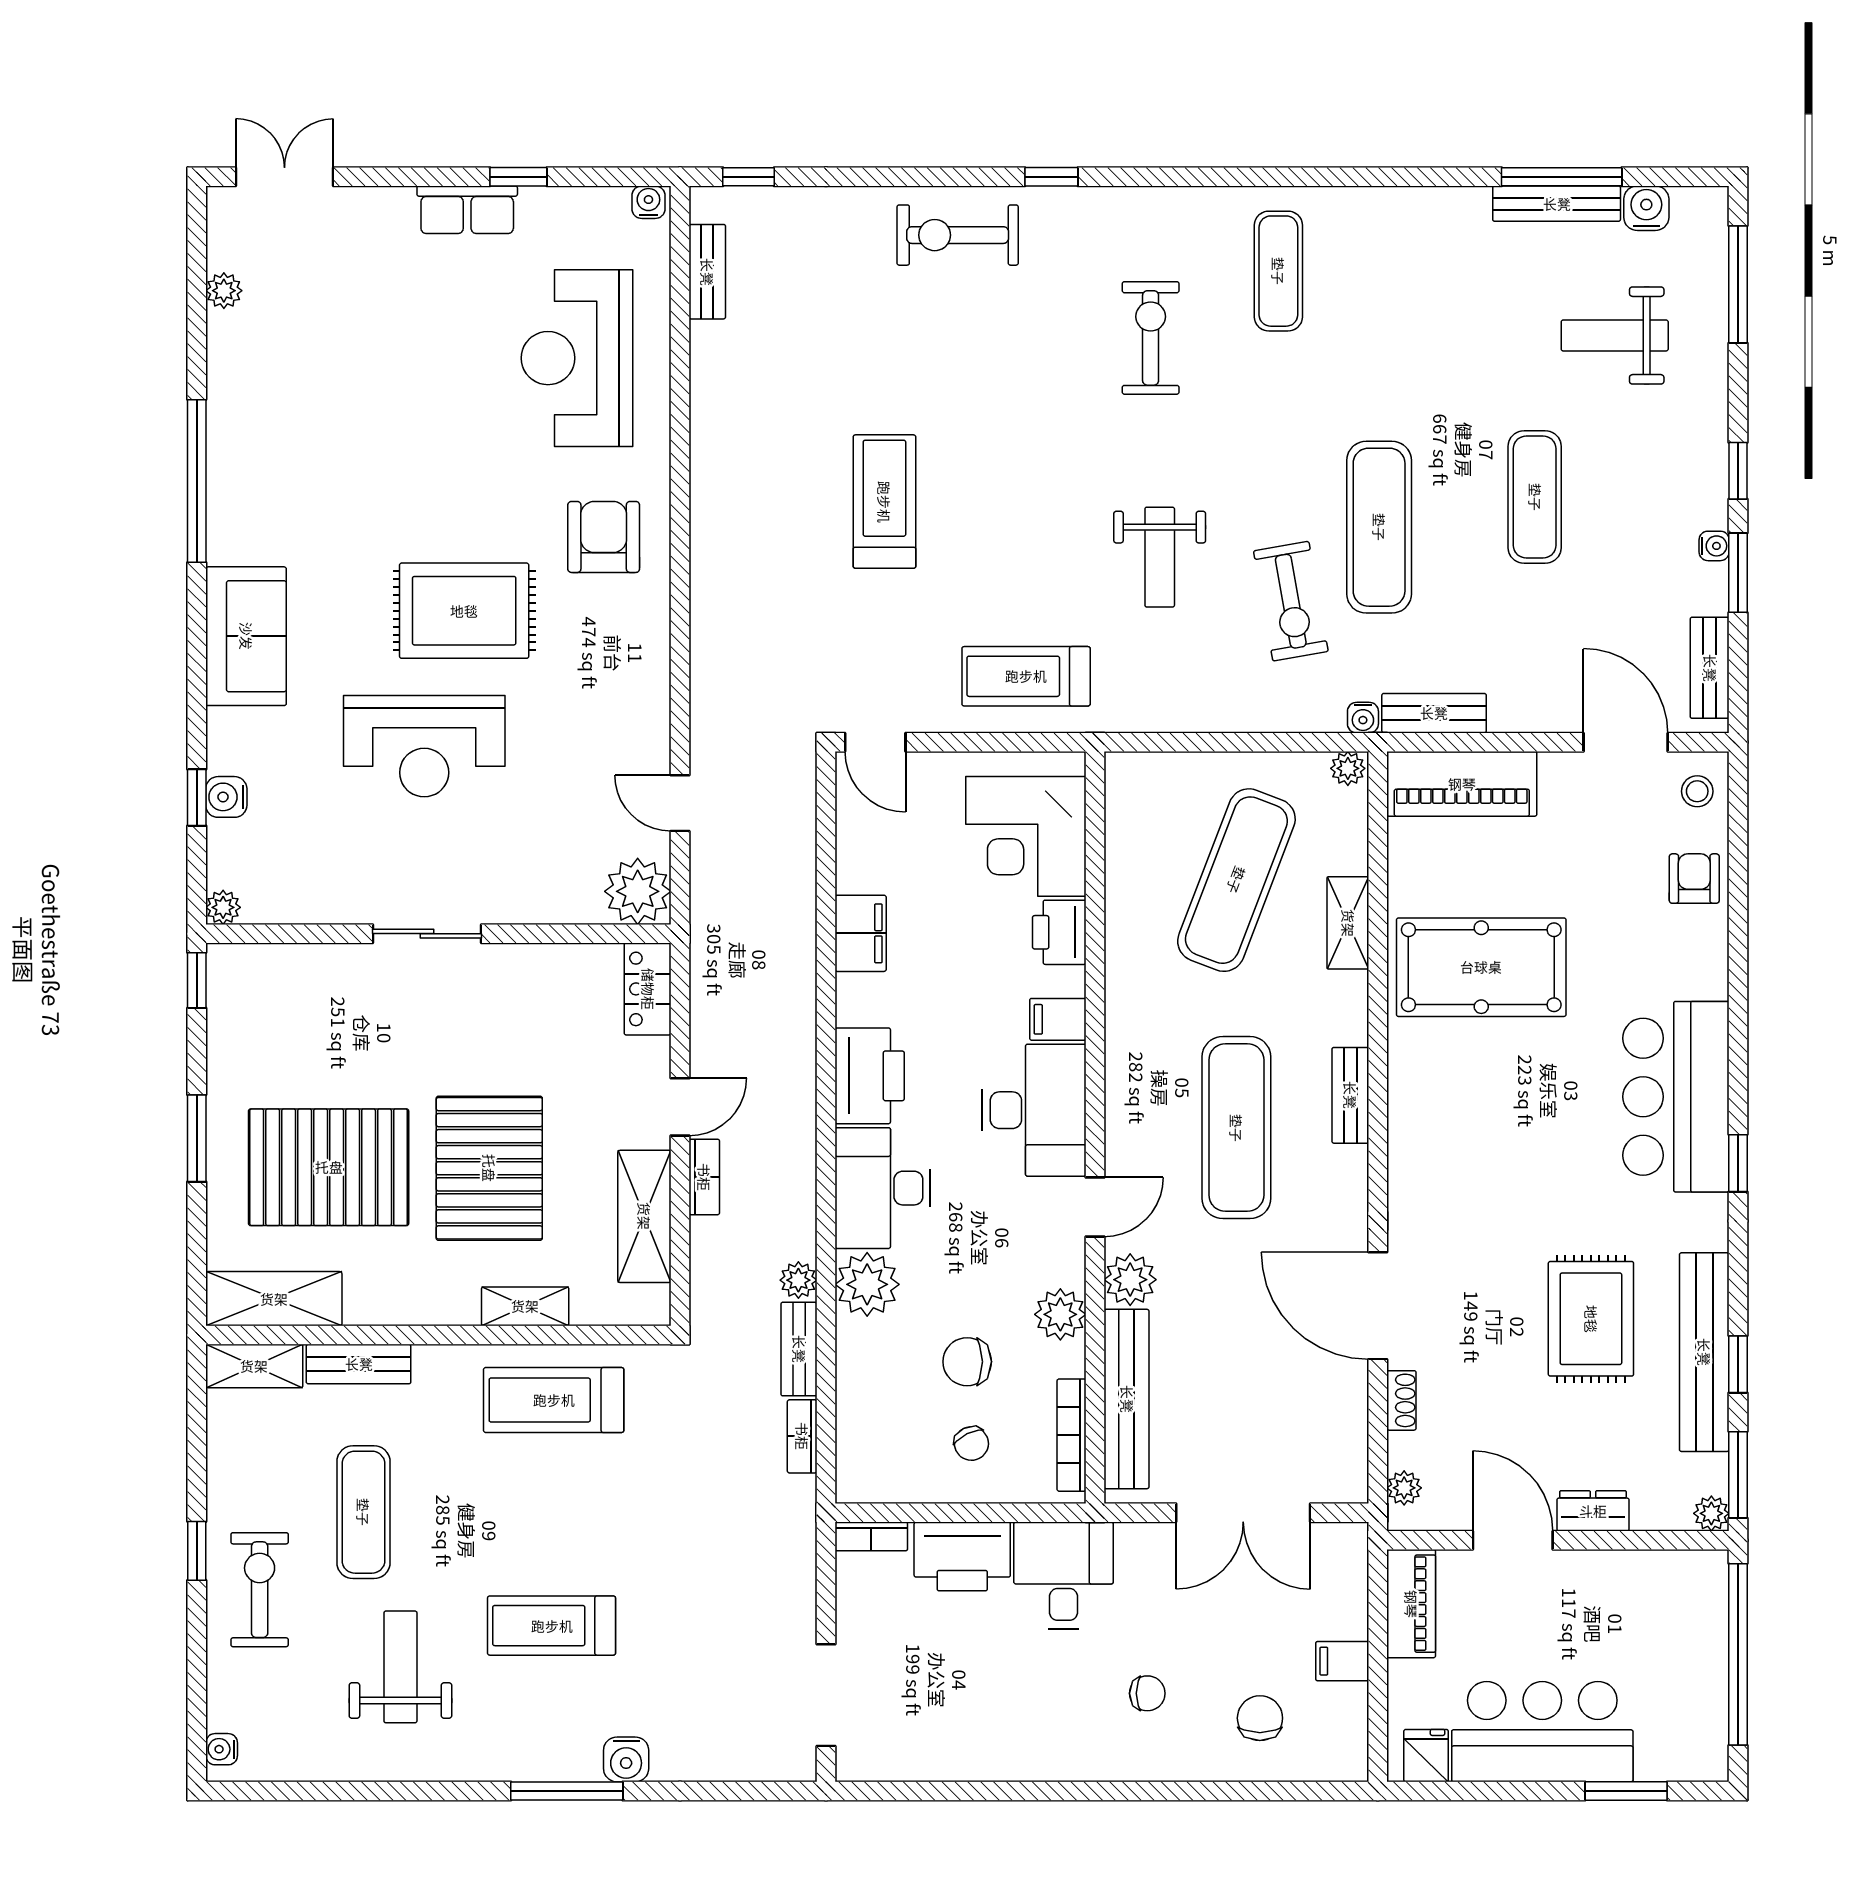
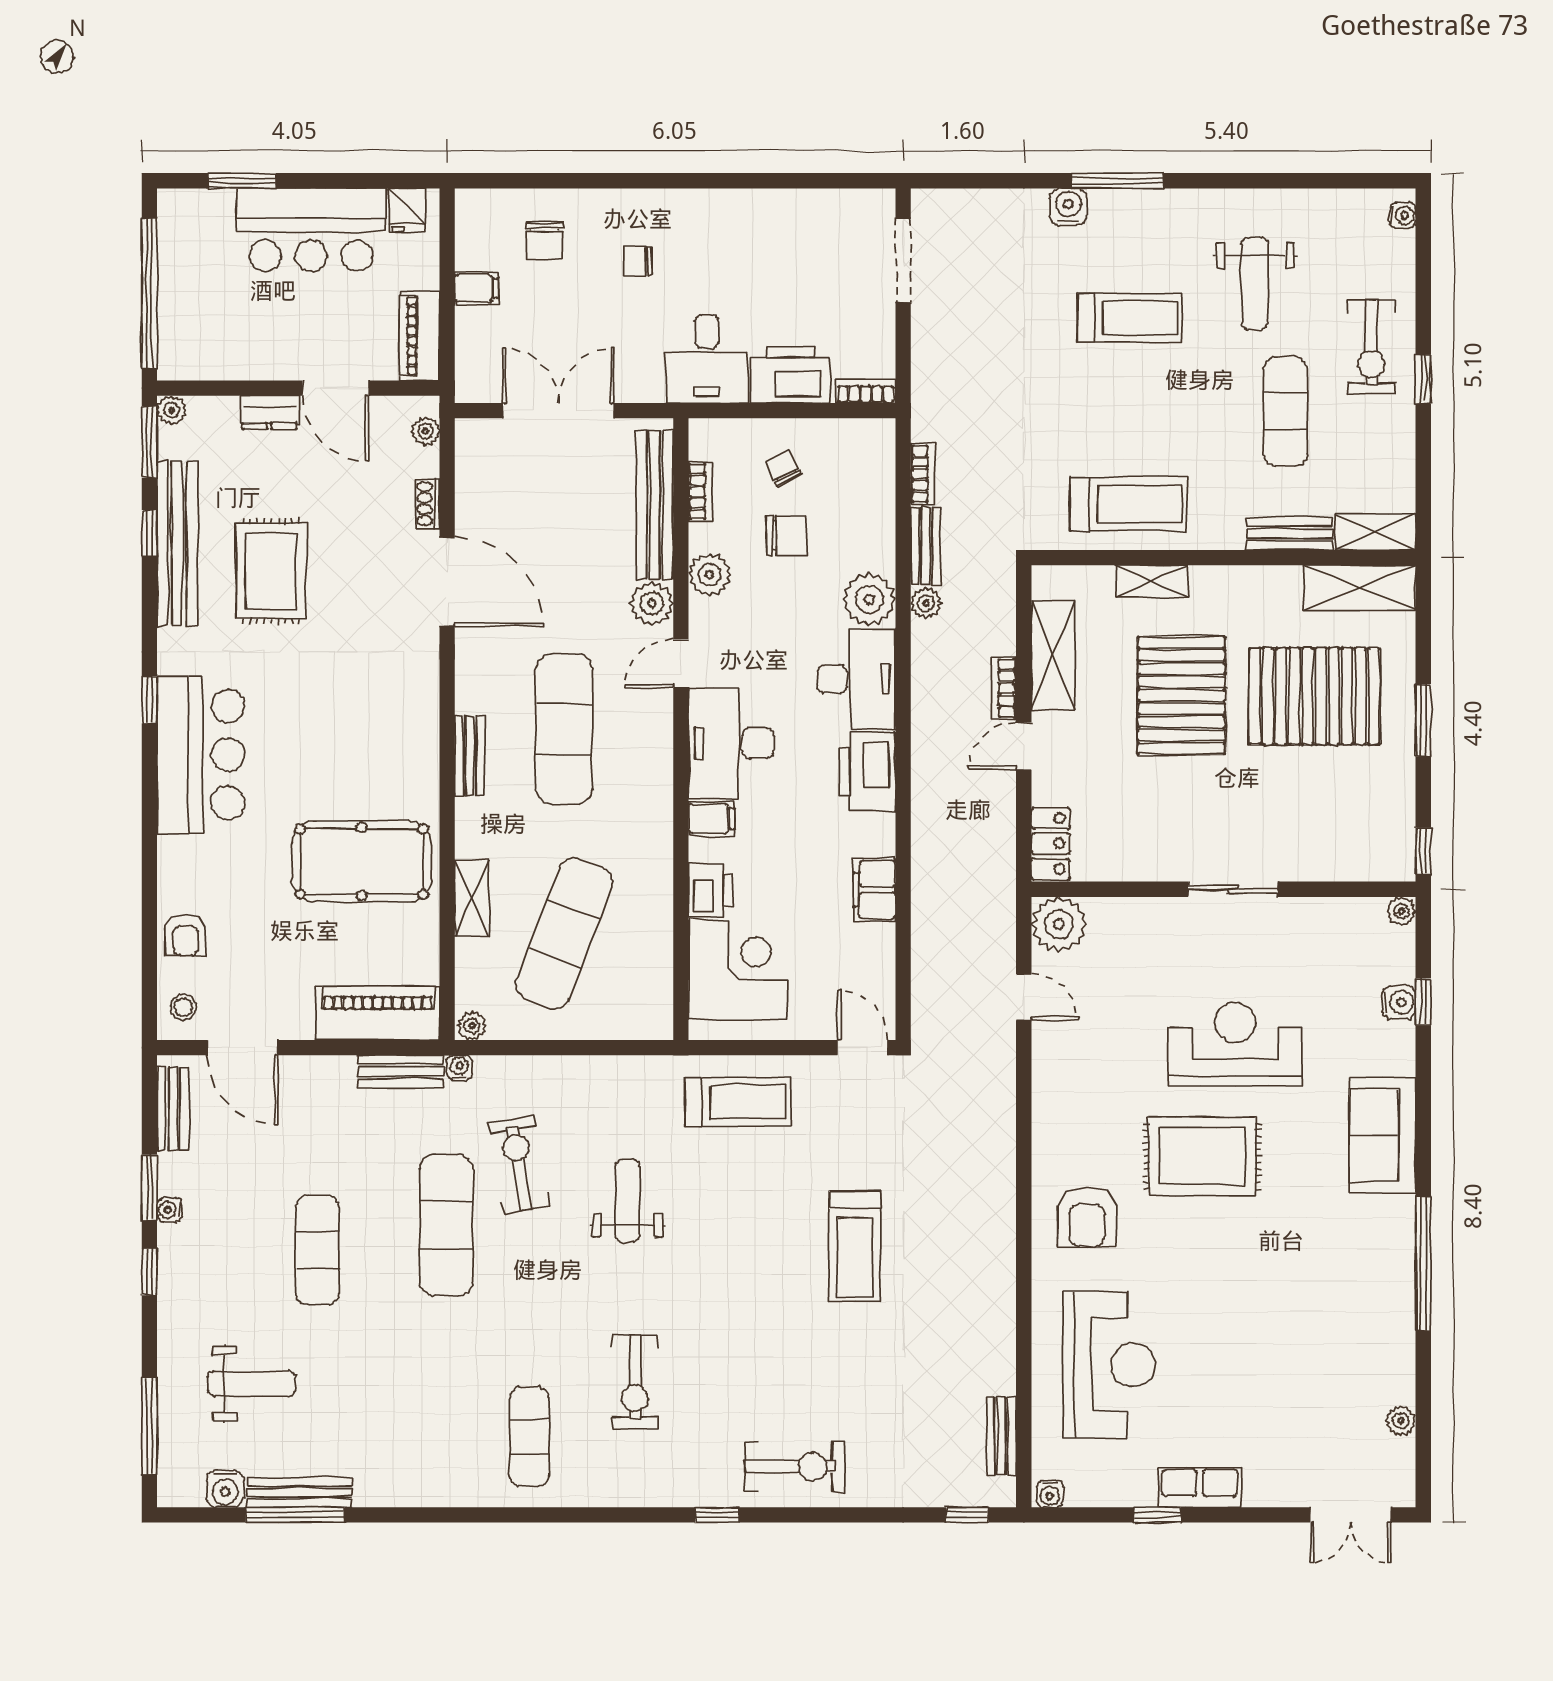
bookcase: (1072, 1435) -> (700, 492), width x0.64

